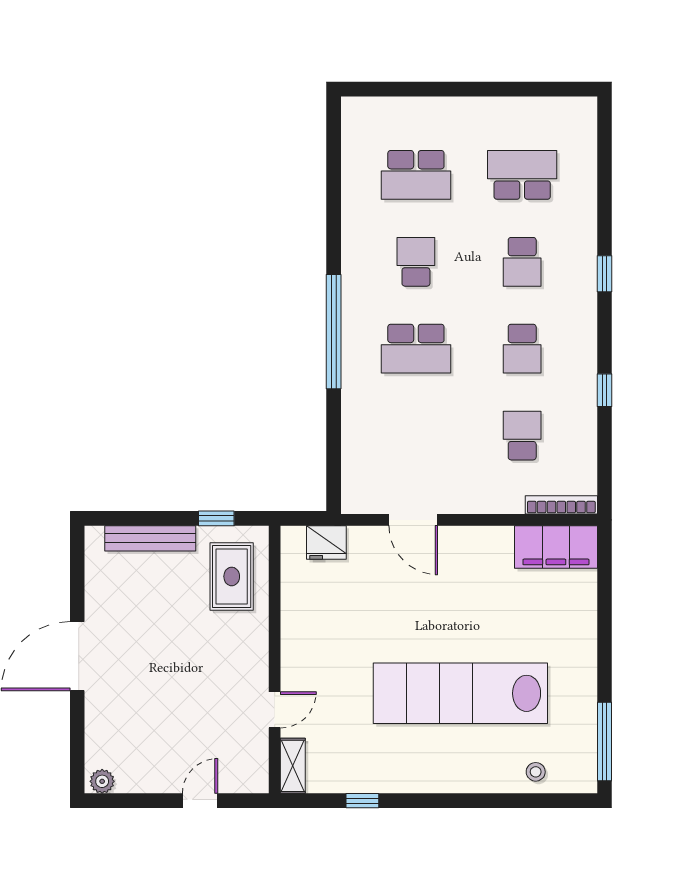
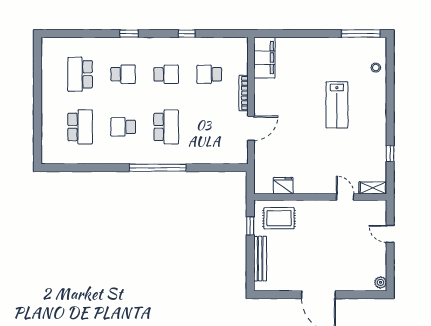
bookcase: (561, 505) -> (244, 93), moved
fridge: (326, 543) -> (283, 186), moved, turned -90
lab bench: (460, 693) -> (337, 105), width x0.54, depth x0.72

